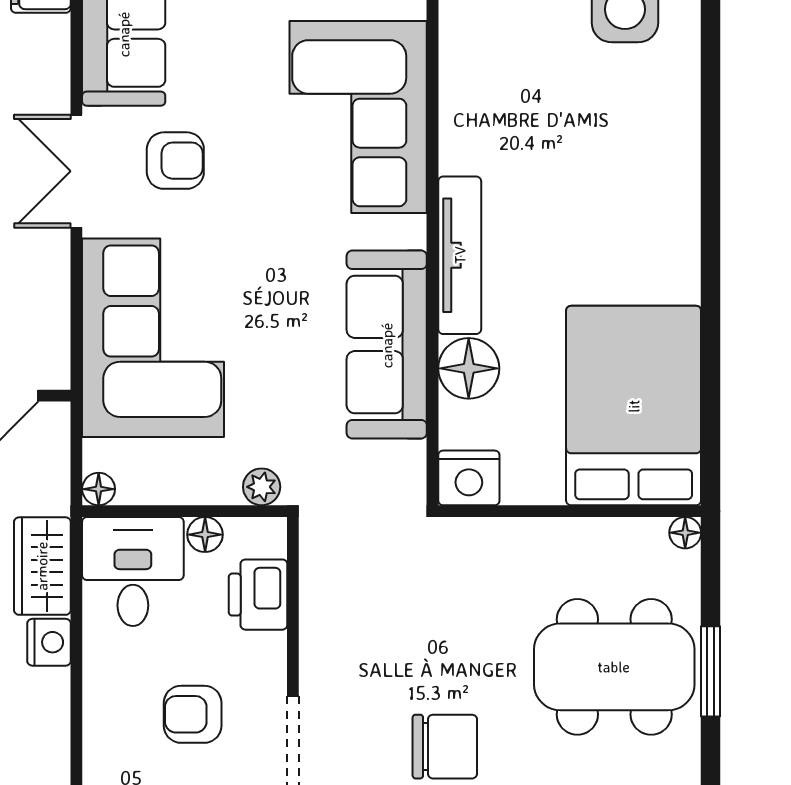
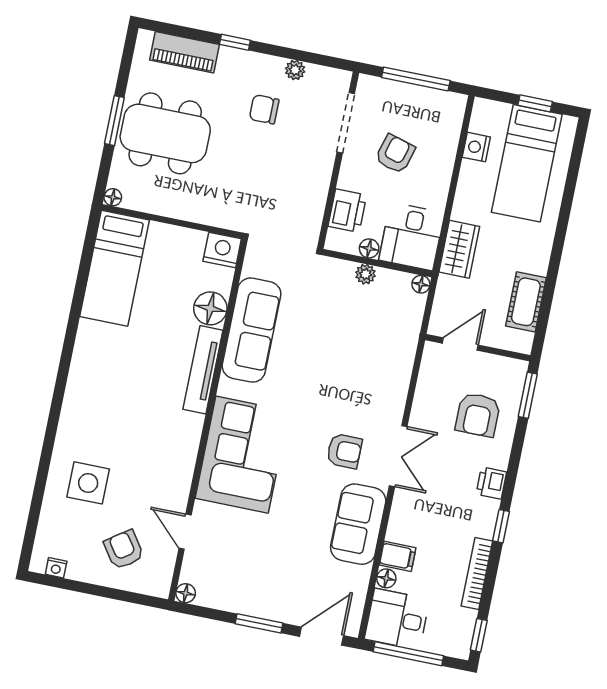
armchair: (175, 161) -> (344, 451), turned 180
corner sofa: (153, 338) -> (375, 359), removed
bed: (634, 406) -> (114, 268), width x0.67
plant: (262, 487) -> (365, 274), moved
nightstand: (49, 642) -> (476, 147), moved
armchair: (193, 714) -> (395, 154), turned -74
chair: (445, 747) -> (264, 109), width x0.73, depth x0.73

